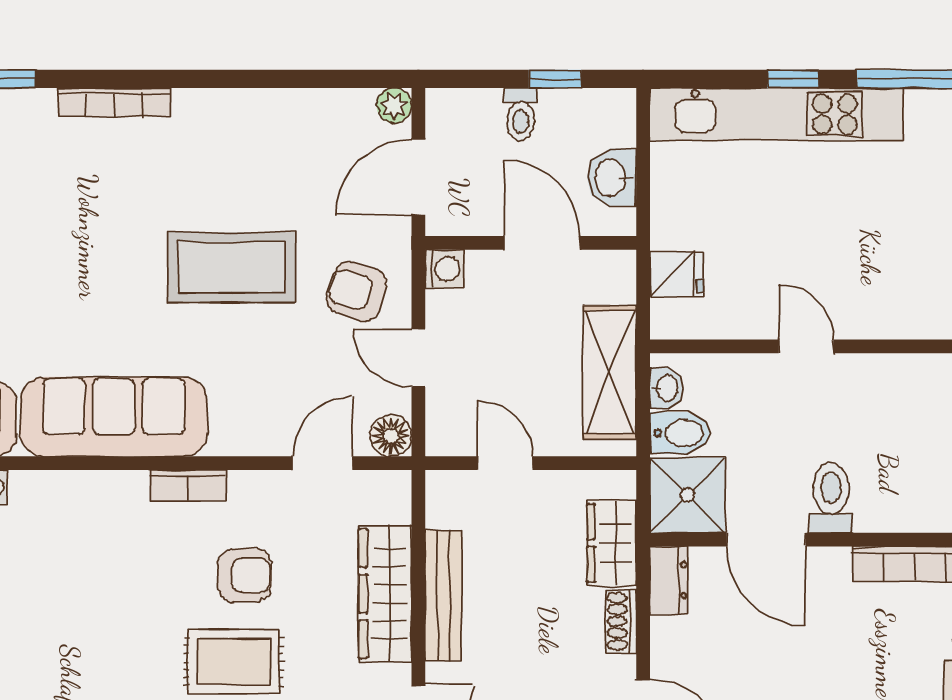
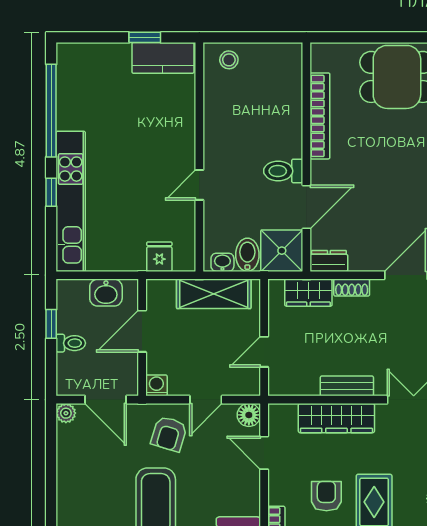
bench: (443, 595) -> (347, 386), width x0.73

